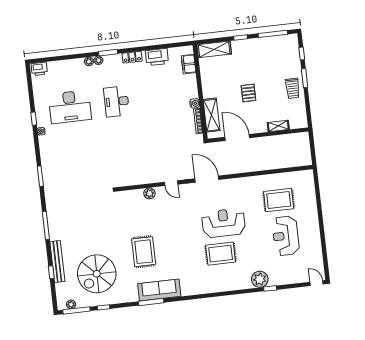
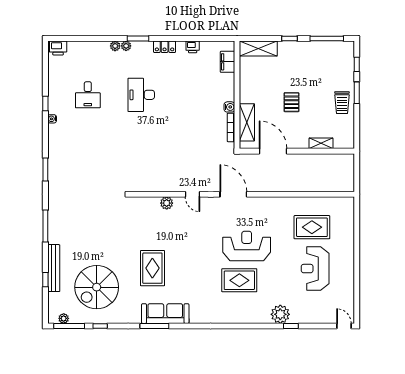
printer: (157, 57) -> (193, 47), width x0.53, depth x0.68
desk: (70, 107) -> (88, 95), width x0.53, depth x0.77

